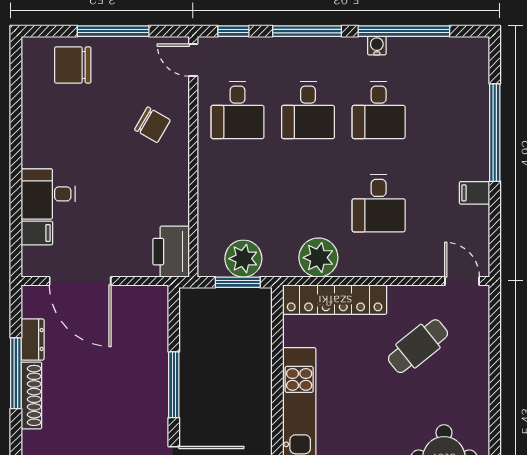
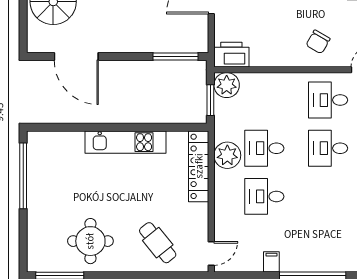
desk: (379, 110) -> (264, 148), moved
plant: (243, 259) -> (227, 85), moved
cafe table: (418, 346) -> (158, 243), moved
window: (174, 385) -> (175, 57), moved

